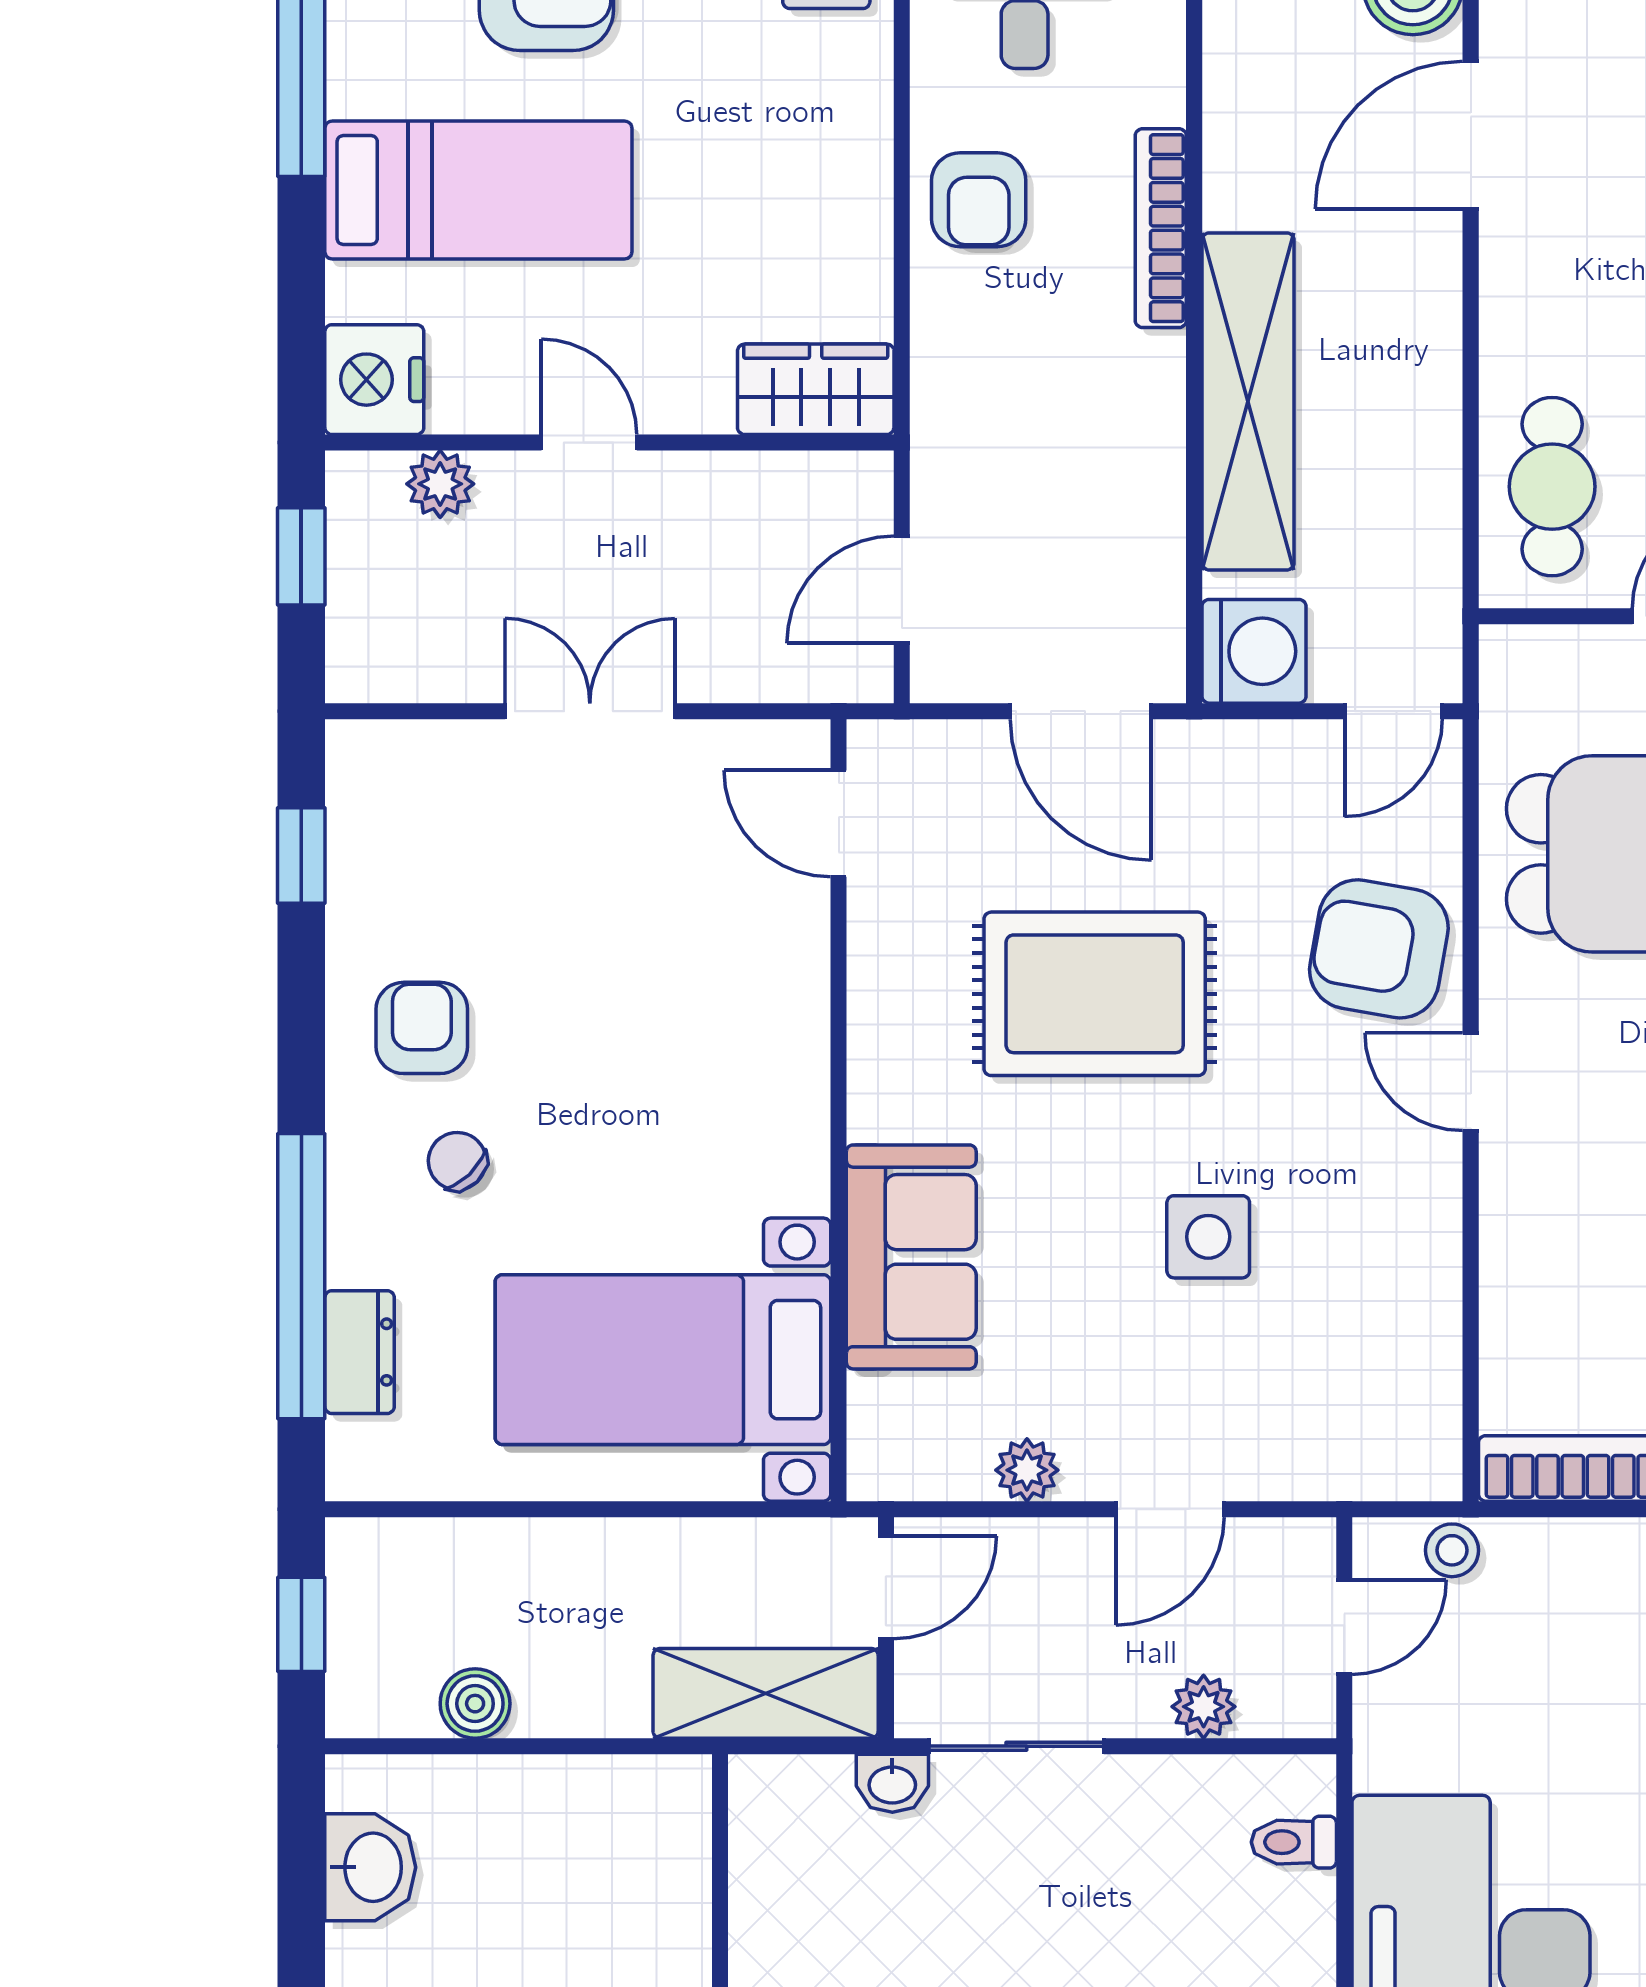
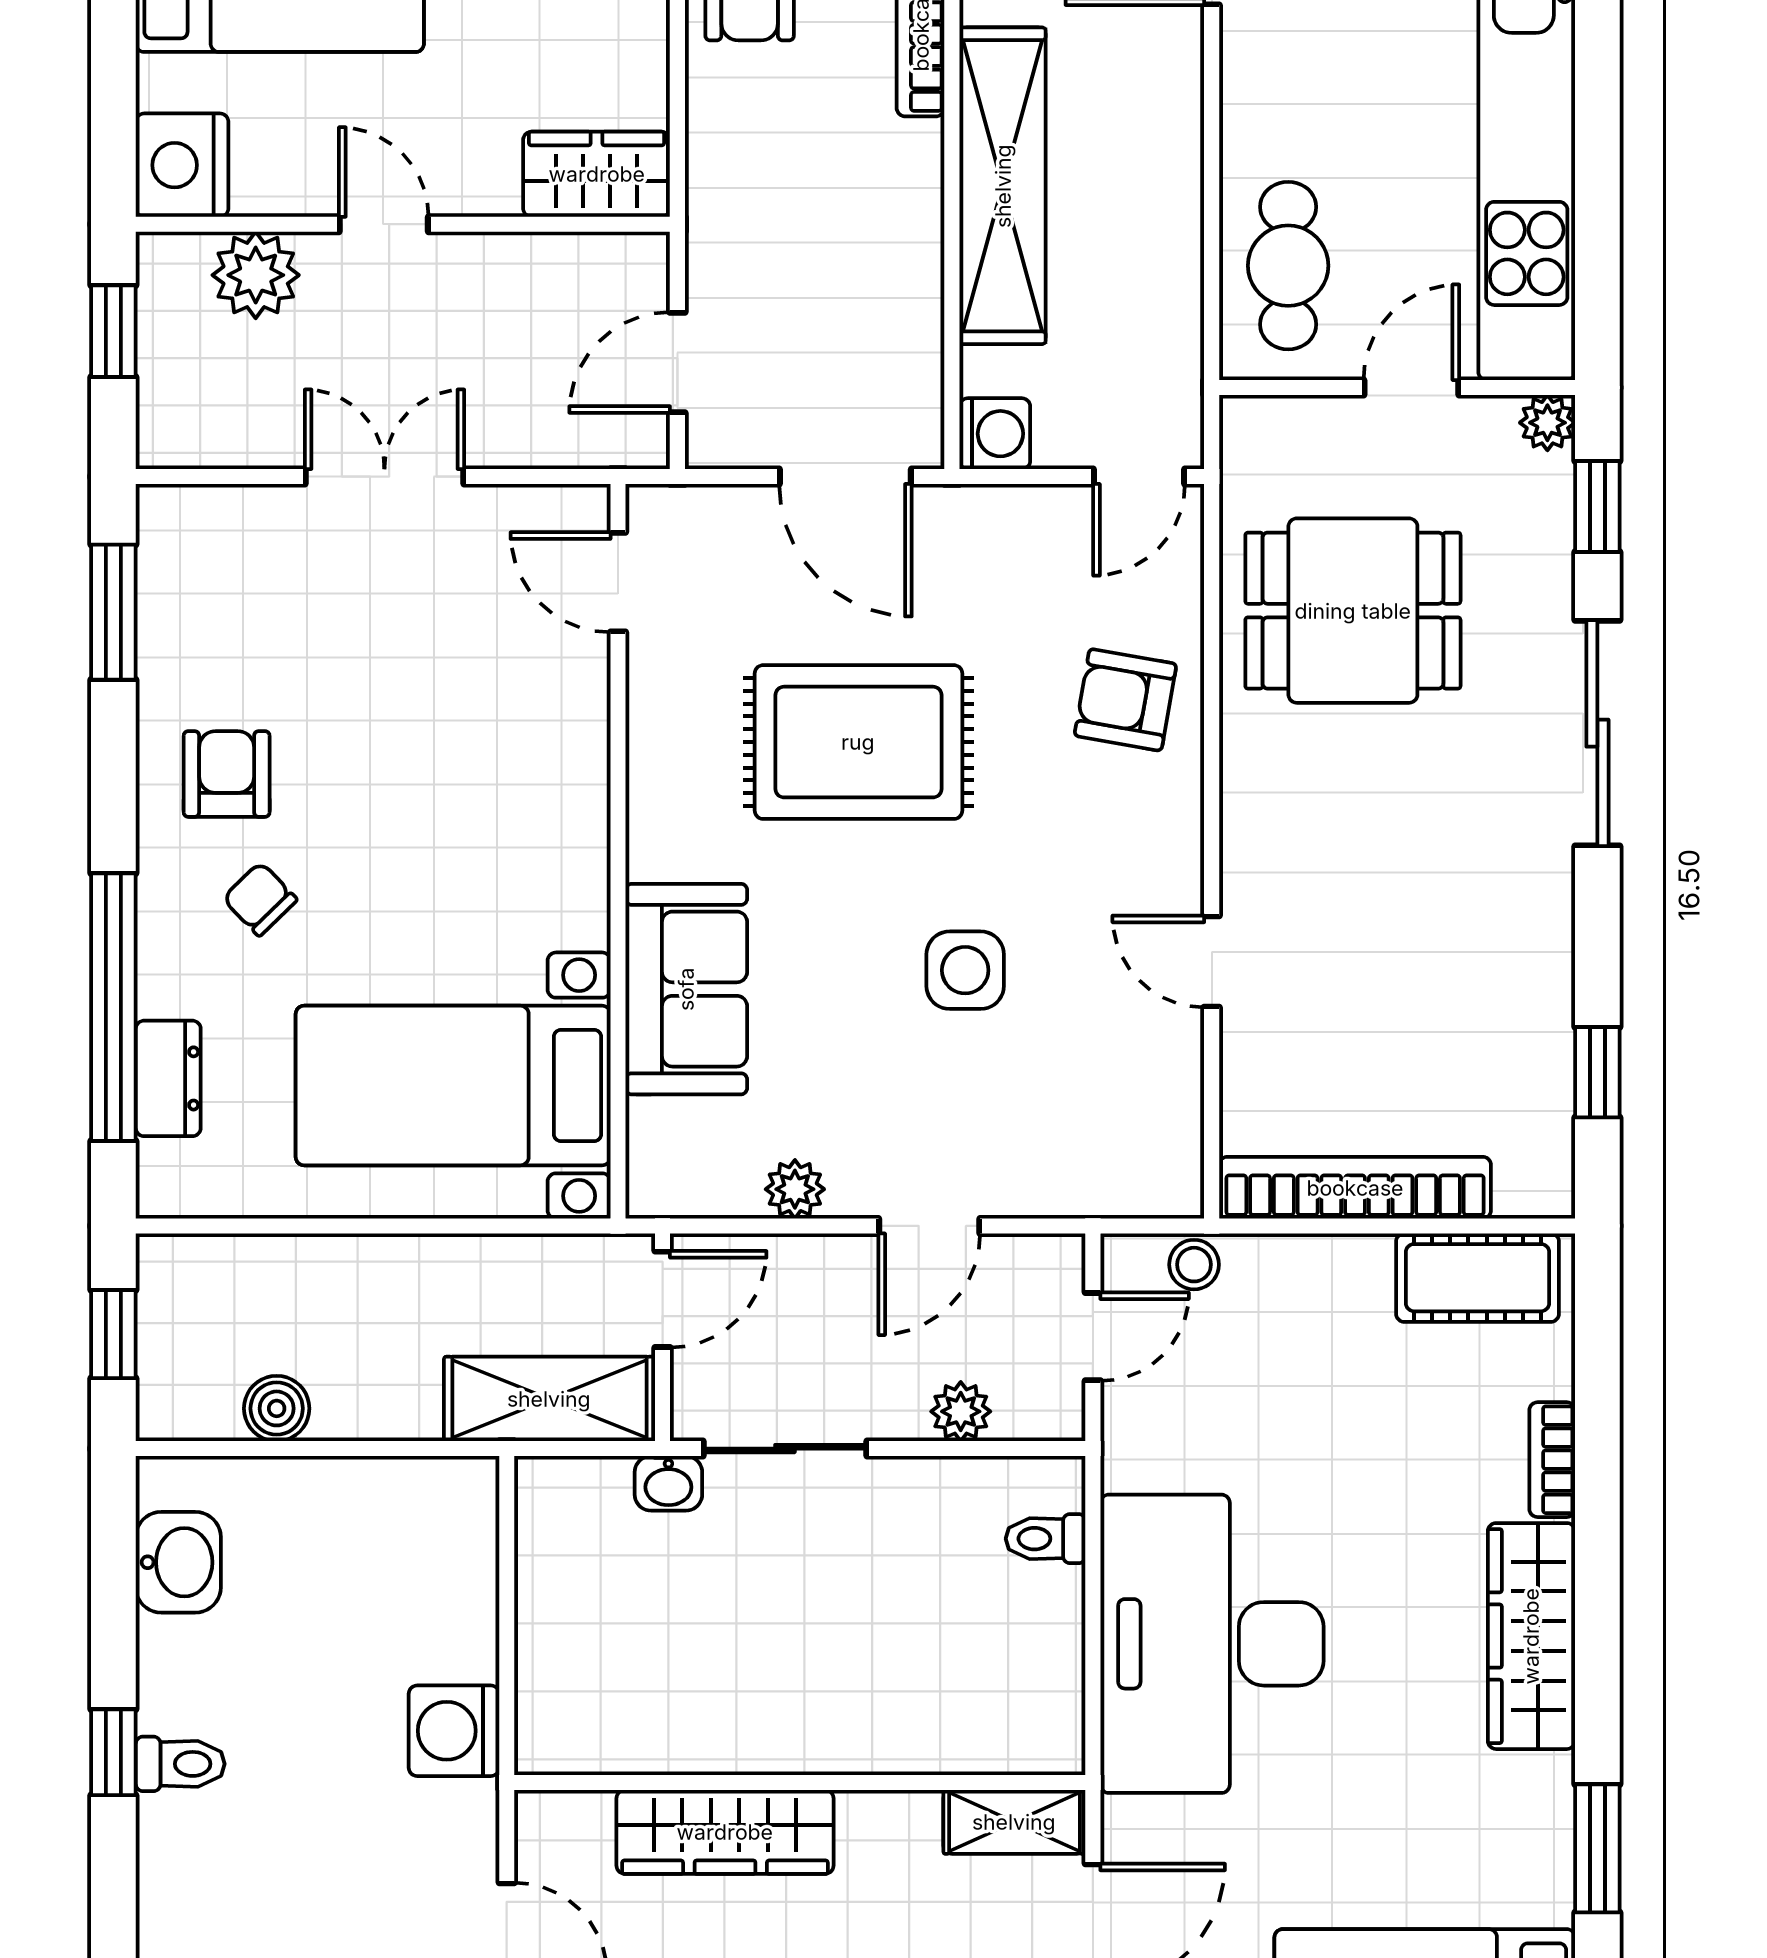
plant: (440, 484) -> (256, 275), width x1.38, depth x1.38
washing machine: (1254, 651) -> (995, 434), width x0.73, depth x0.73
window: (301, 856) -> (113, 612), width x1.50
armchair: (1379, 949) -> (1125, 700), width x0.72, depth x0.72
door: (1471, 1082) -> (1212, 961), moved

